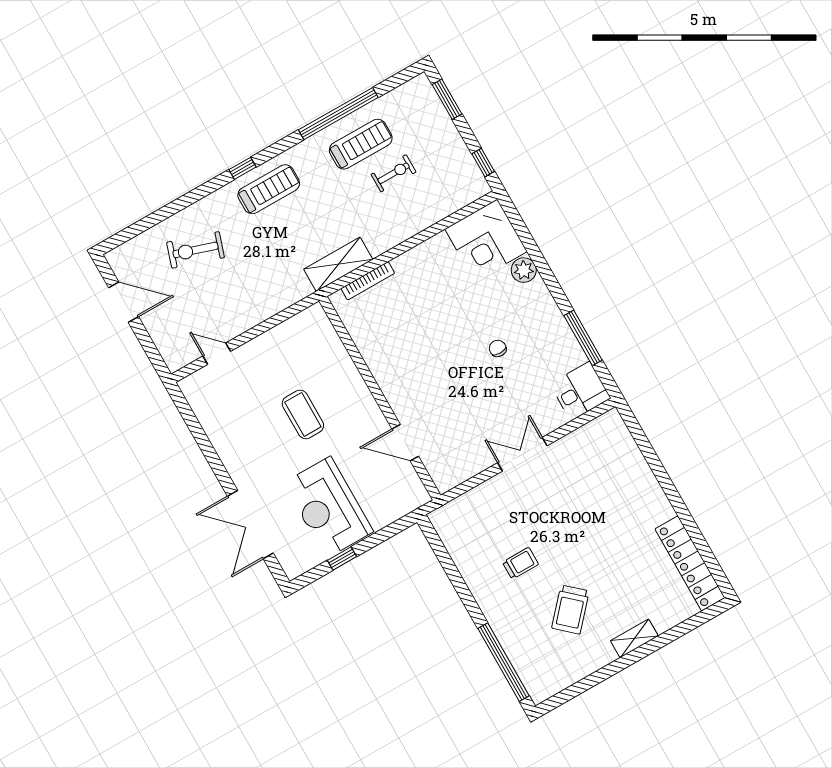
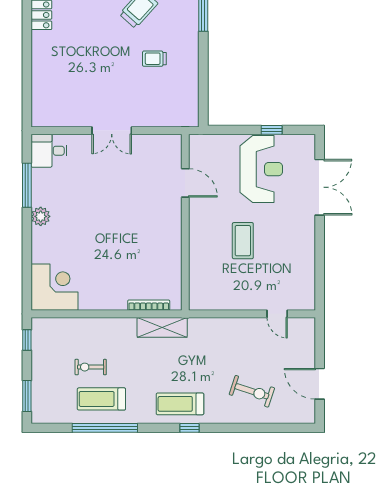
plant: (524, 270) -> (41, 216), moved
chair: (498, 348) -> (88, 211), removed

